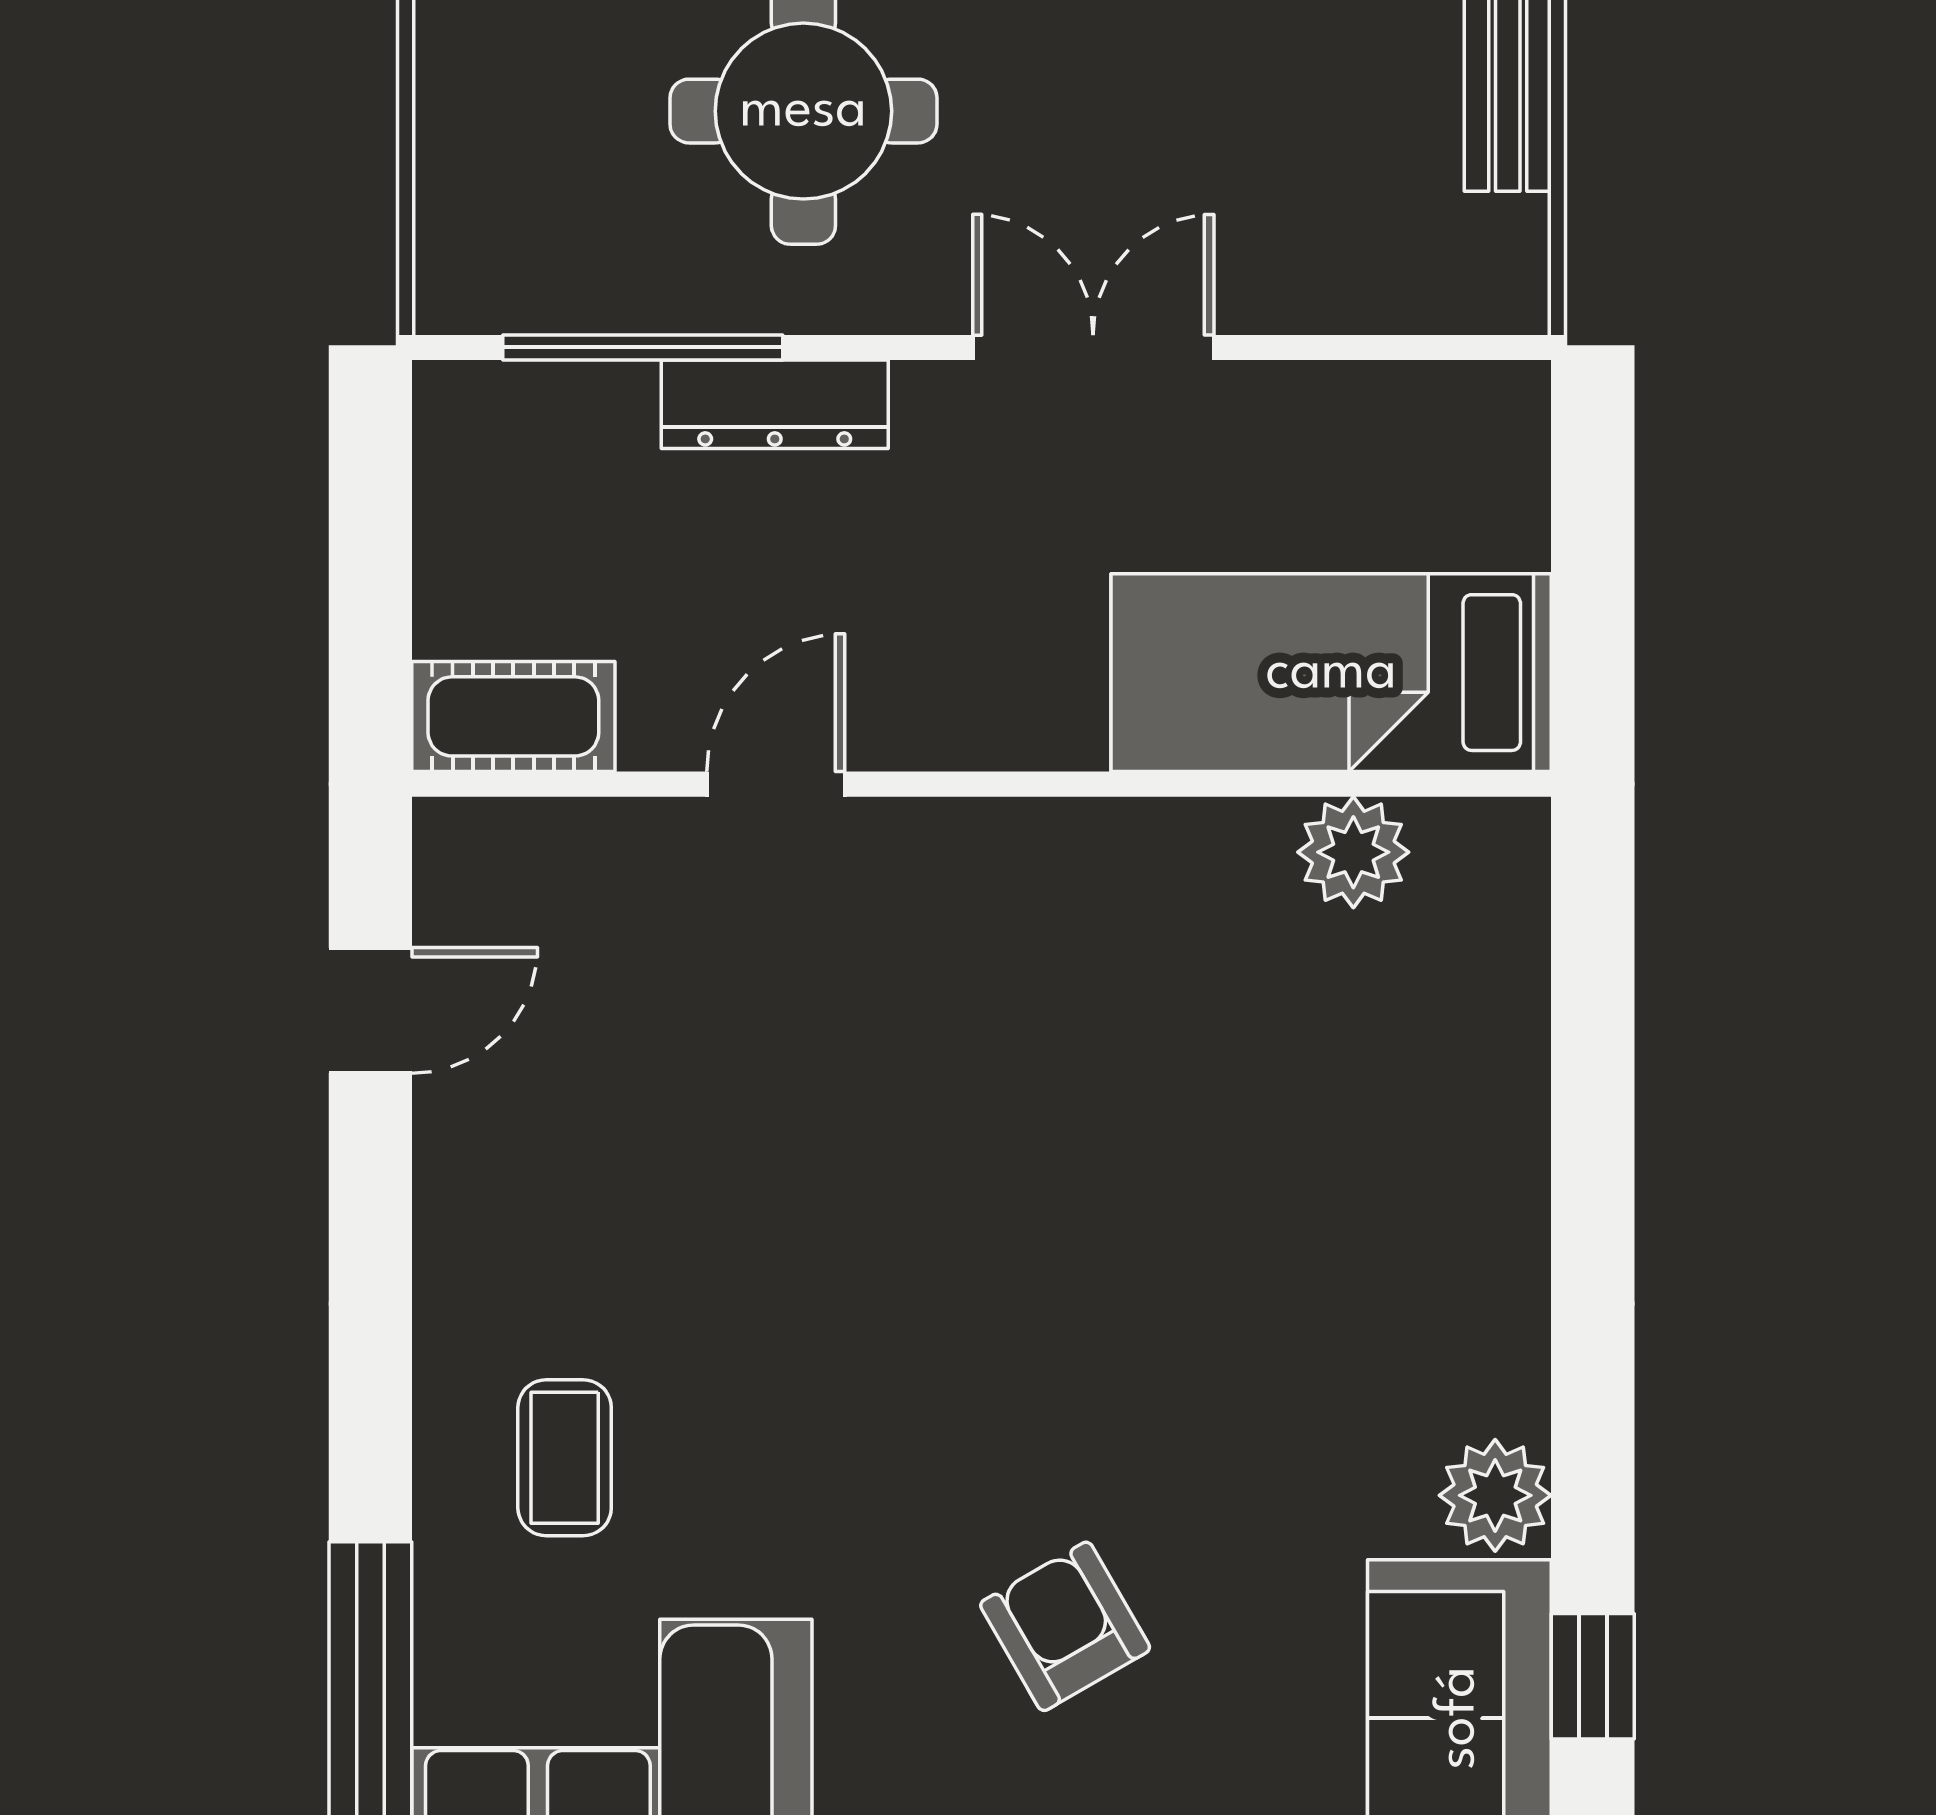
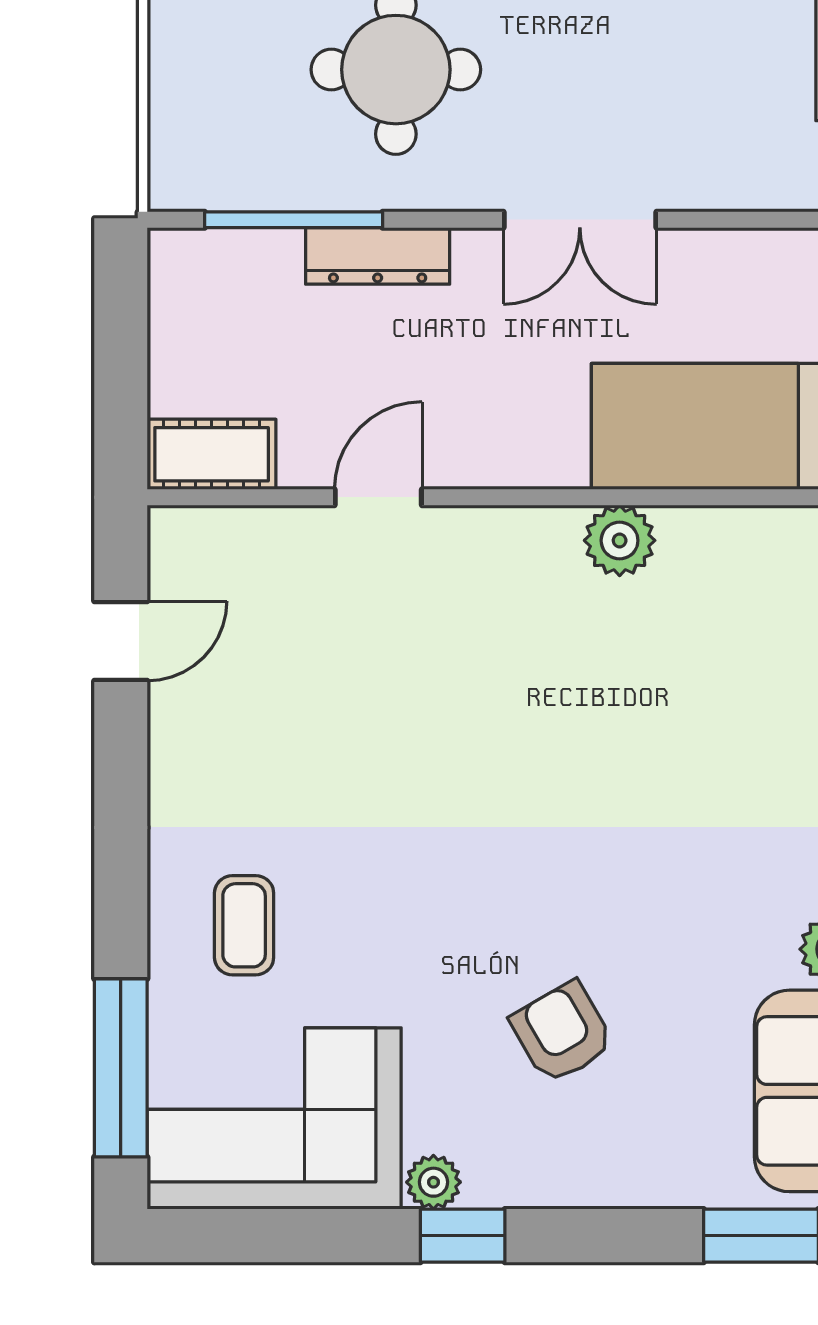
double door: (1093, 347) -> (580, 220), swing flipped
plant: (1353, 852) -> (620, 540), moved

